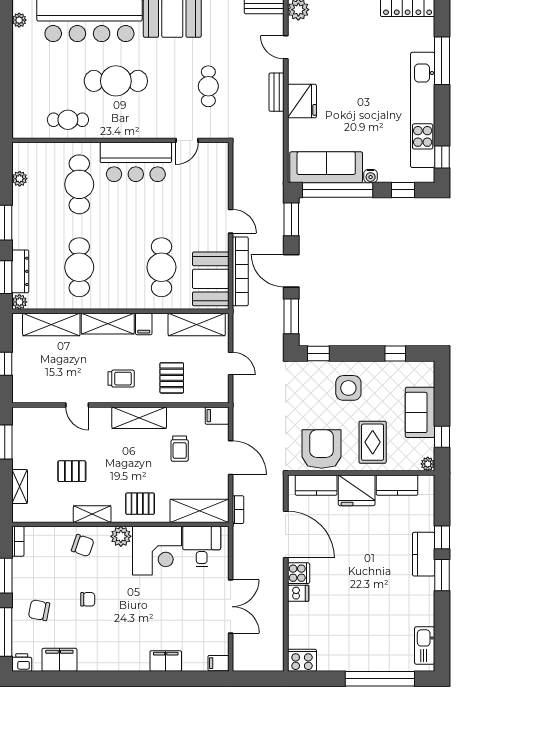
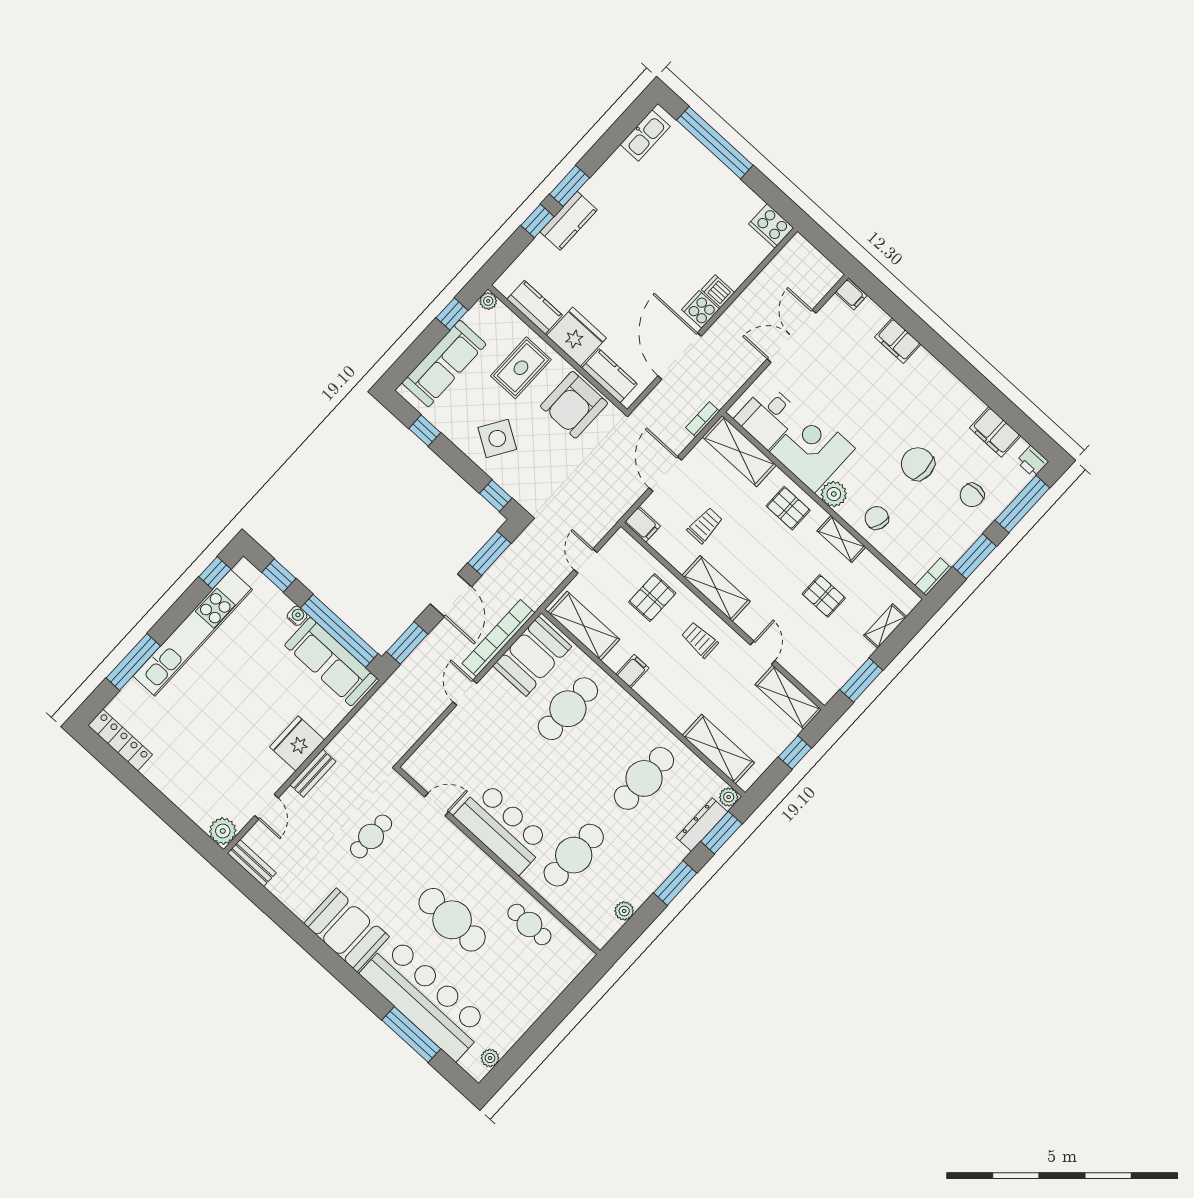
shelving: (108, 324) -> (788, 697), moved
side table: (348, 388) -> (497, 438), turned 32
sofa: (420, 412) -> (444, 364), width x1.36
chair: (88, 599) -> (918, 464), width x1.87, depth x1.87
chair: (39, 610) -> (972, 495), turned 79

